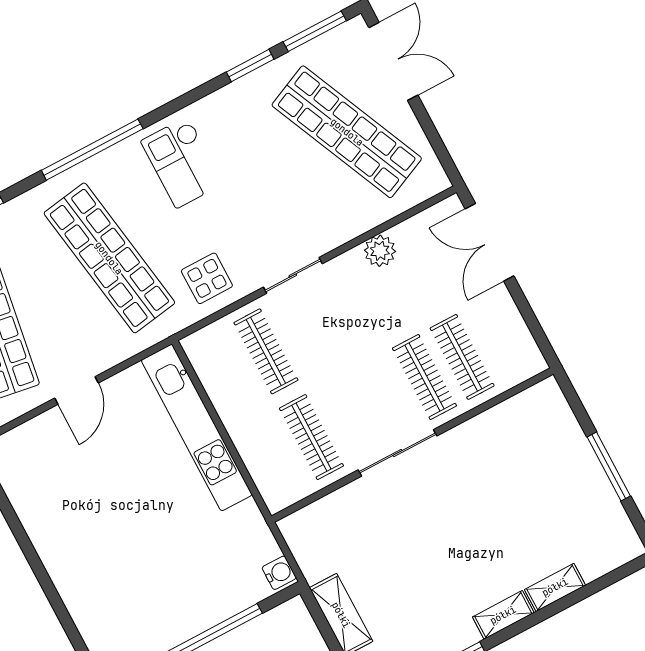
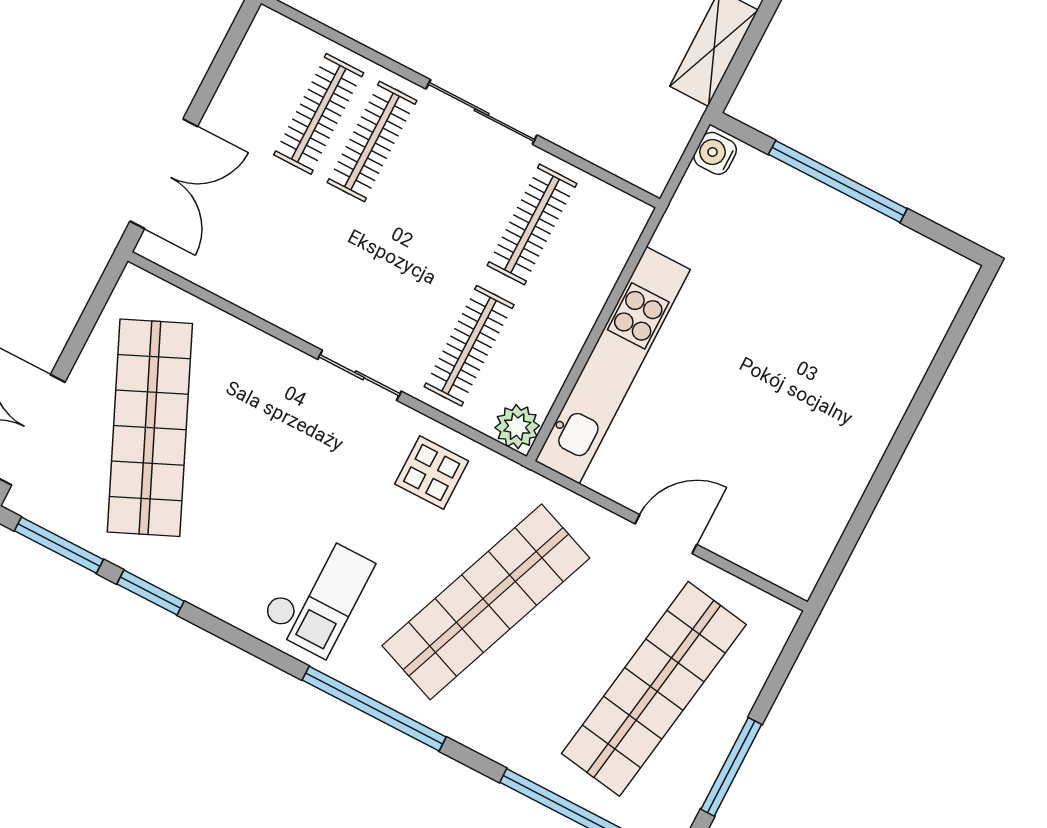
plant: (380, 251) -> (517, 427), moved
shop shelf: (109, 258) -> (486, 602), turned 30

